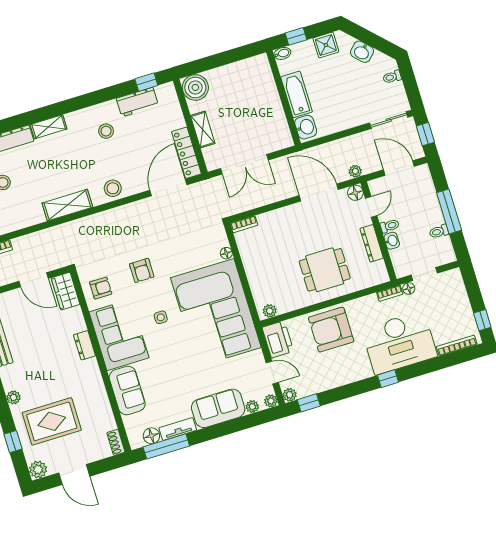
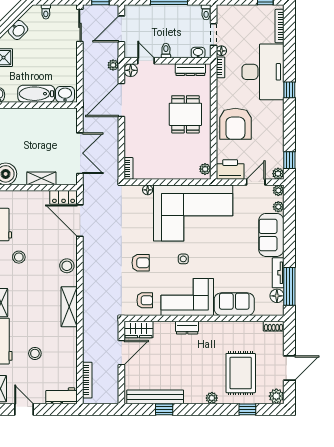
locker: (186, 153) -> (64, 197), width x0.66
toilet: (439, 232) -> (206, 12), moved
washbasin: (392, 241) -> (198, 53), moved
dresser: (372, 243) -> (190, 70), moved
armchair: (101, 288) -> (145, 300), turned 90

